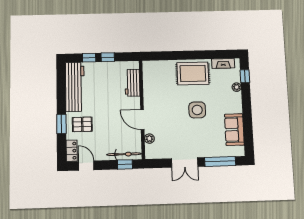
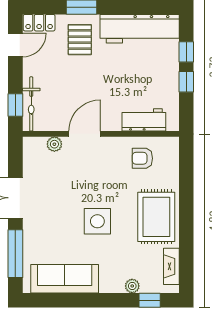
armchair: (157, 83) -> (142, 158), added
sofa: (234, 130) -> (65, 279), width x1.36

